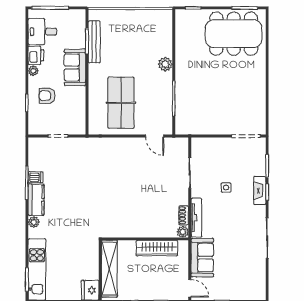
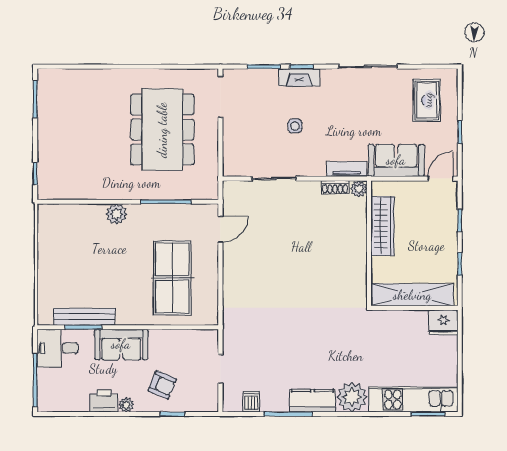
desk: (42, 32) -> (58, 348), moved, turned 90
dining table: (234, 34) -> (162, 130), moved
armchair: (47, 96) -> (162, 385), turned -67
table tennis table: (121, 103) -> (172, 278), turned 90
dishwasher: (35, 177) -> (252, 402), moved
tv unit: (196, 218) -> (347, 169), width x0.71
plant: (34, 222) -> (352, 397), width x1.87, depth x1.87
rug: (244, 279) -> (427, 100), added

